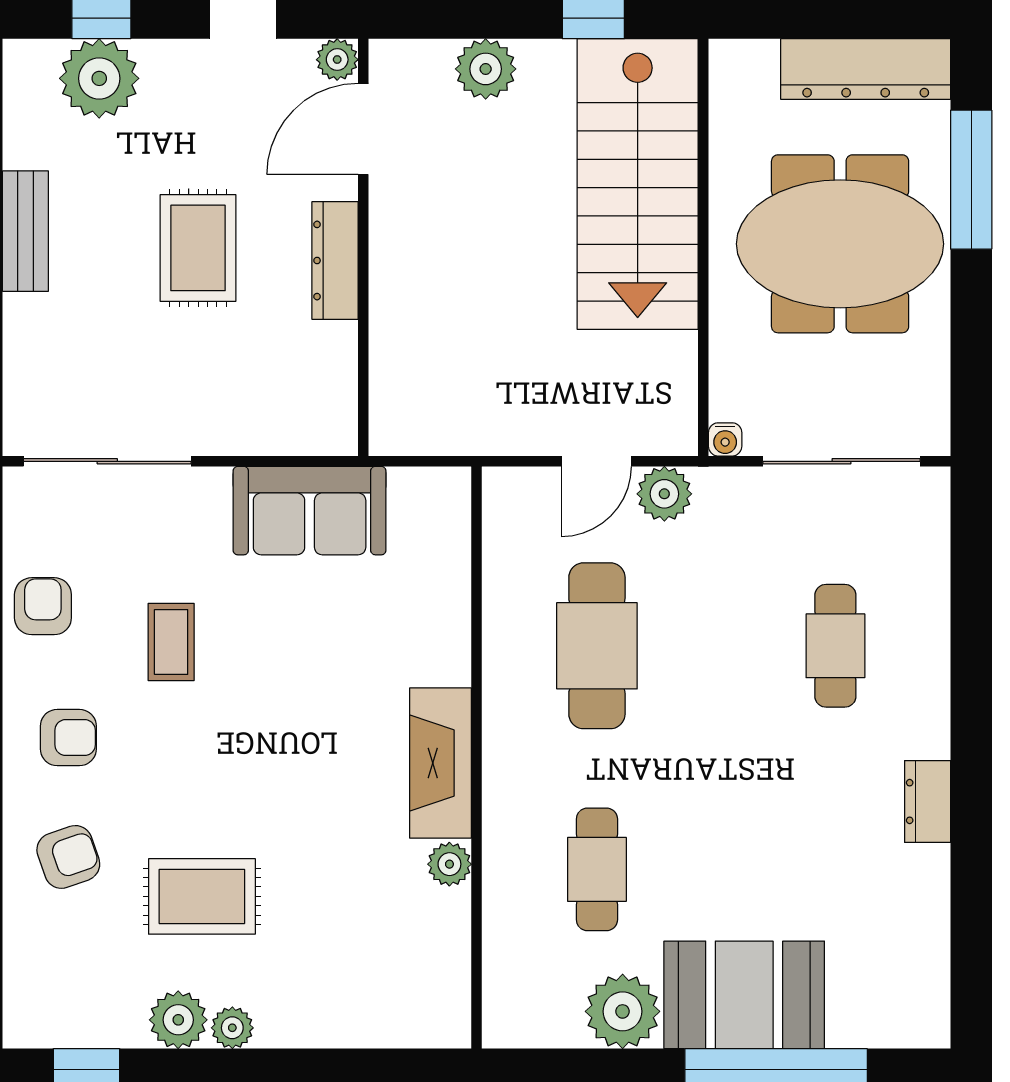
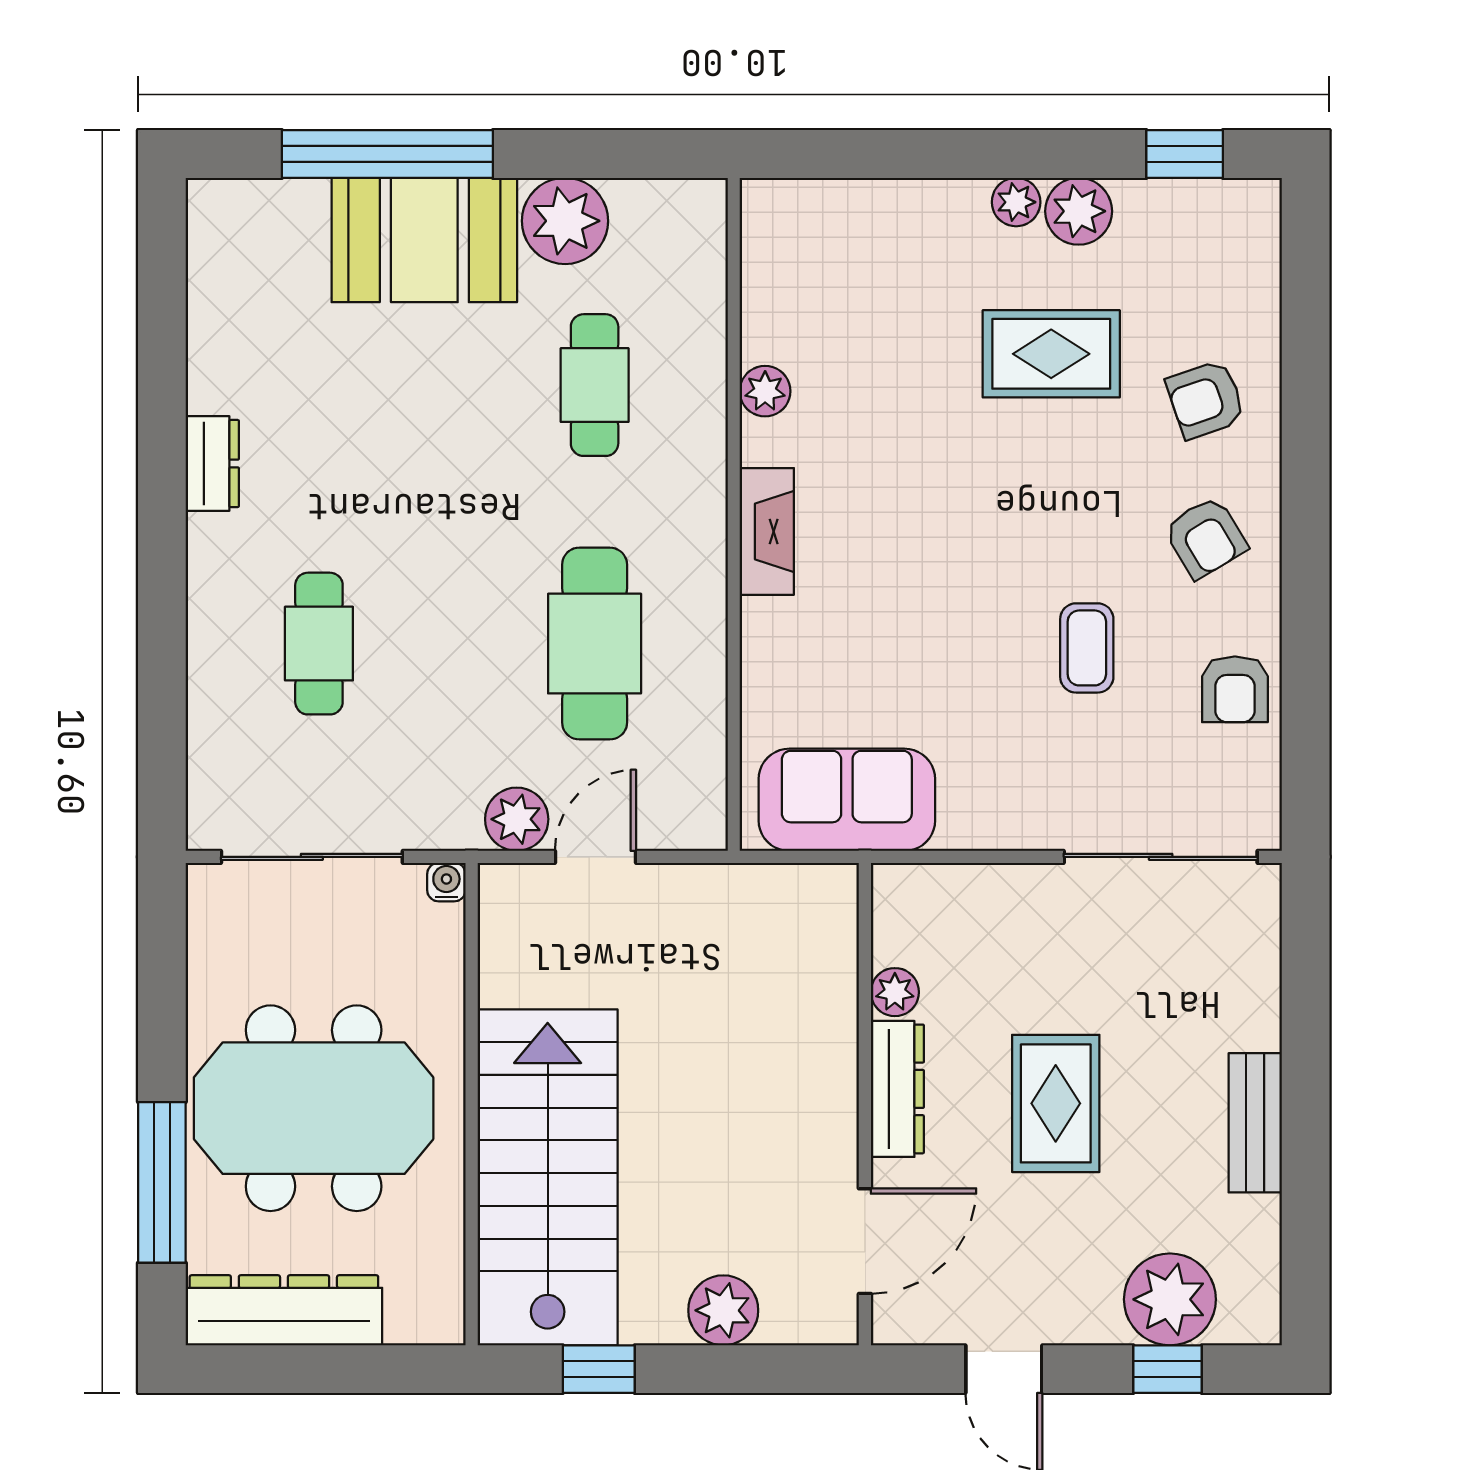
plant: (337, 60) -> (895, 992), moved
sofa: (310, 511) -> (847, 800), moved
armchair: (68, 738) -> (1206, 537), turned -121
fireplace: (441, 763) -> (767, 531), width x0.73, depth x0.76

